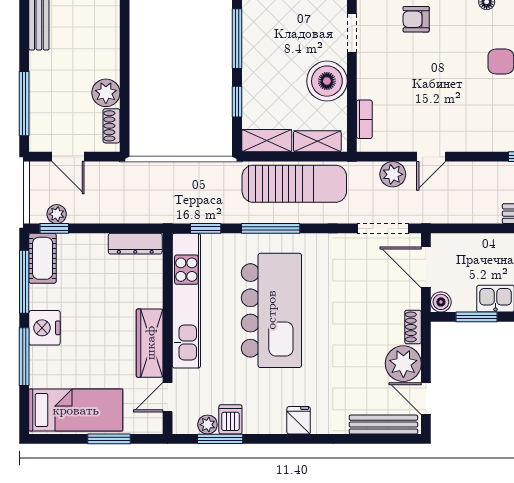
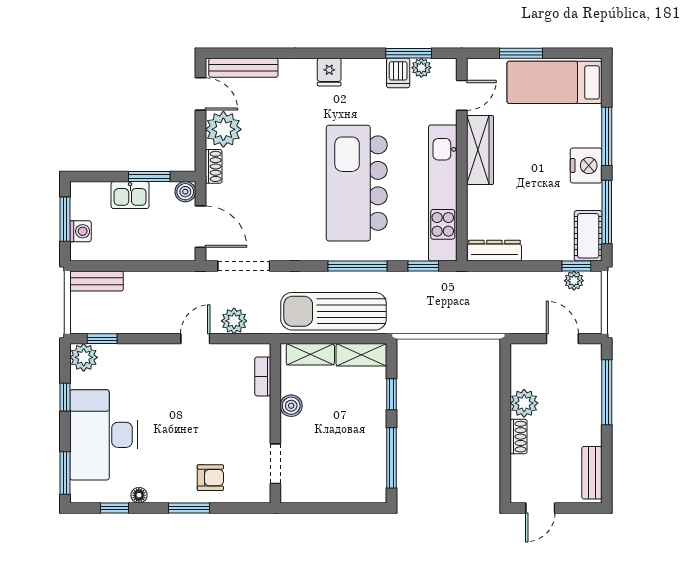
boiler: (327, 81) -> (291, 406), width x0.54, depth x0.54
shoe rack: (111, 126) -> (518, 437), moved

